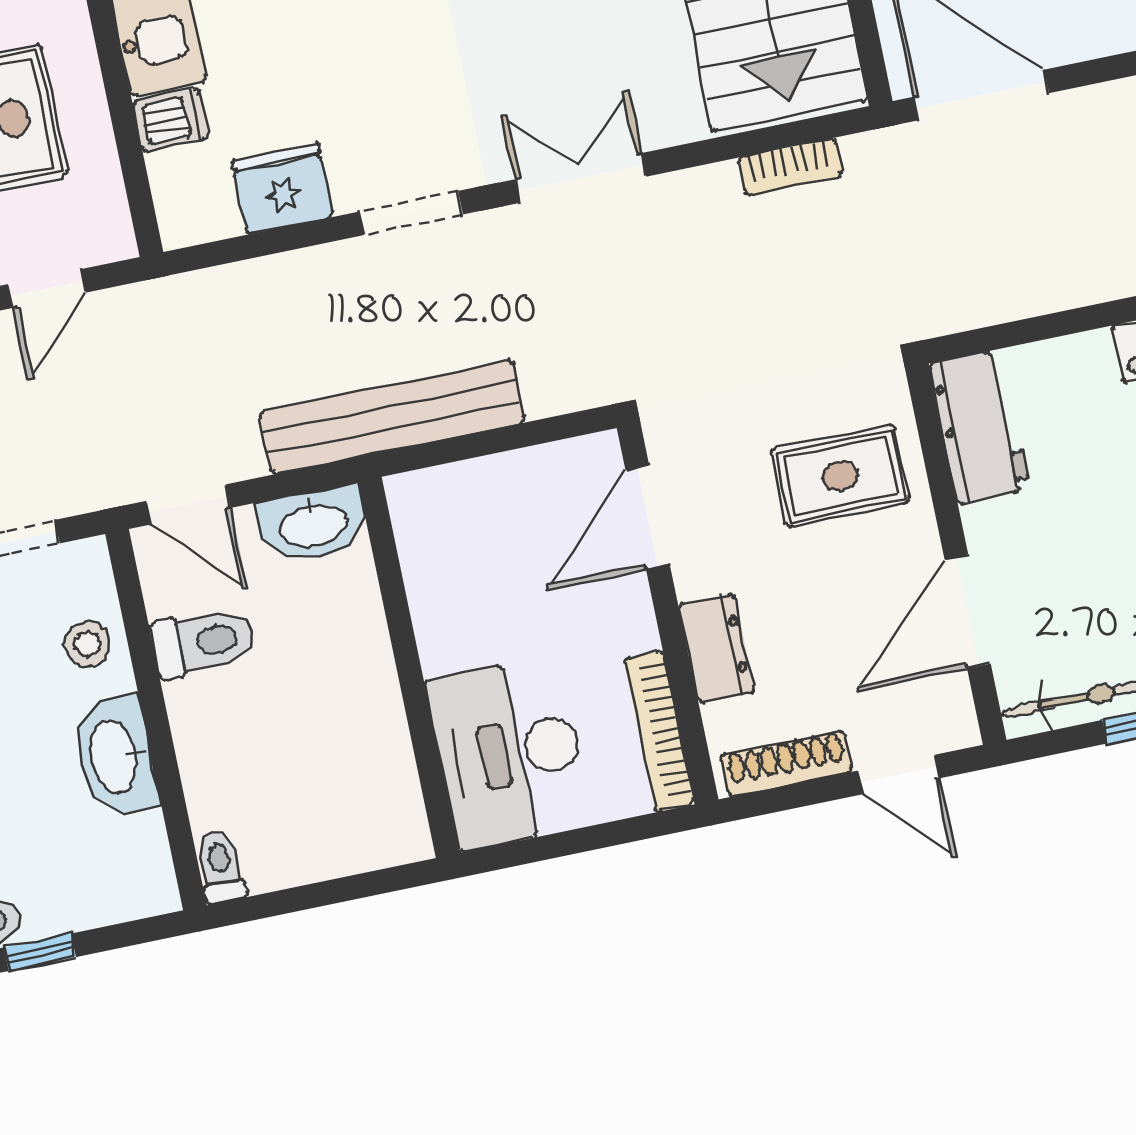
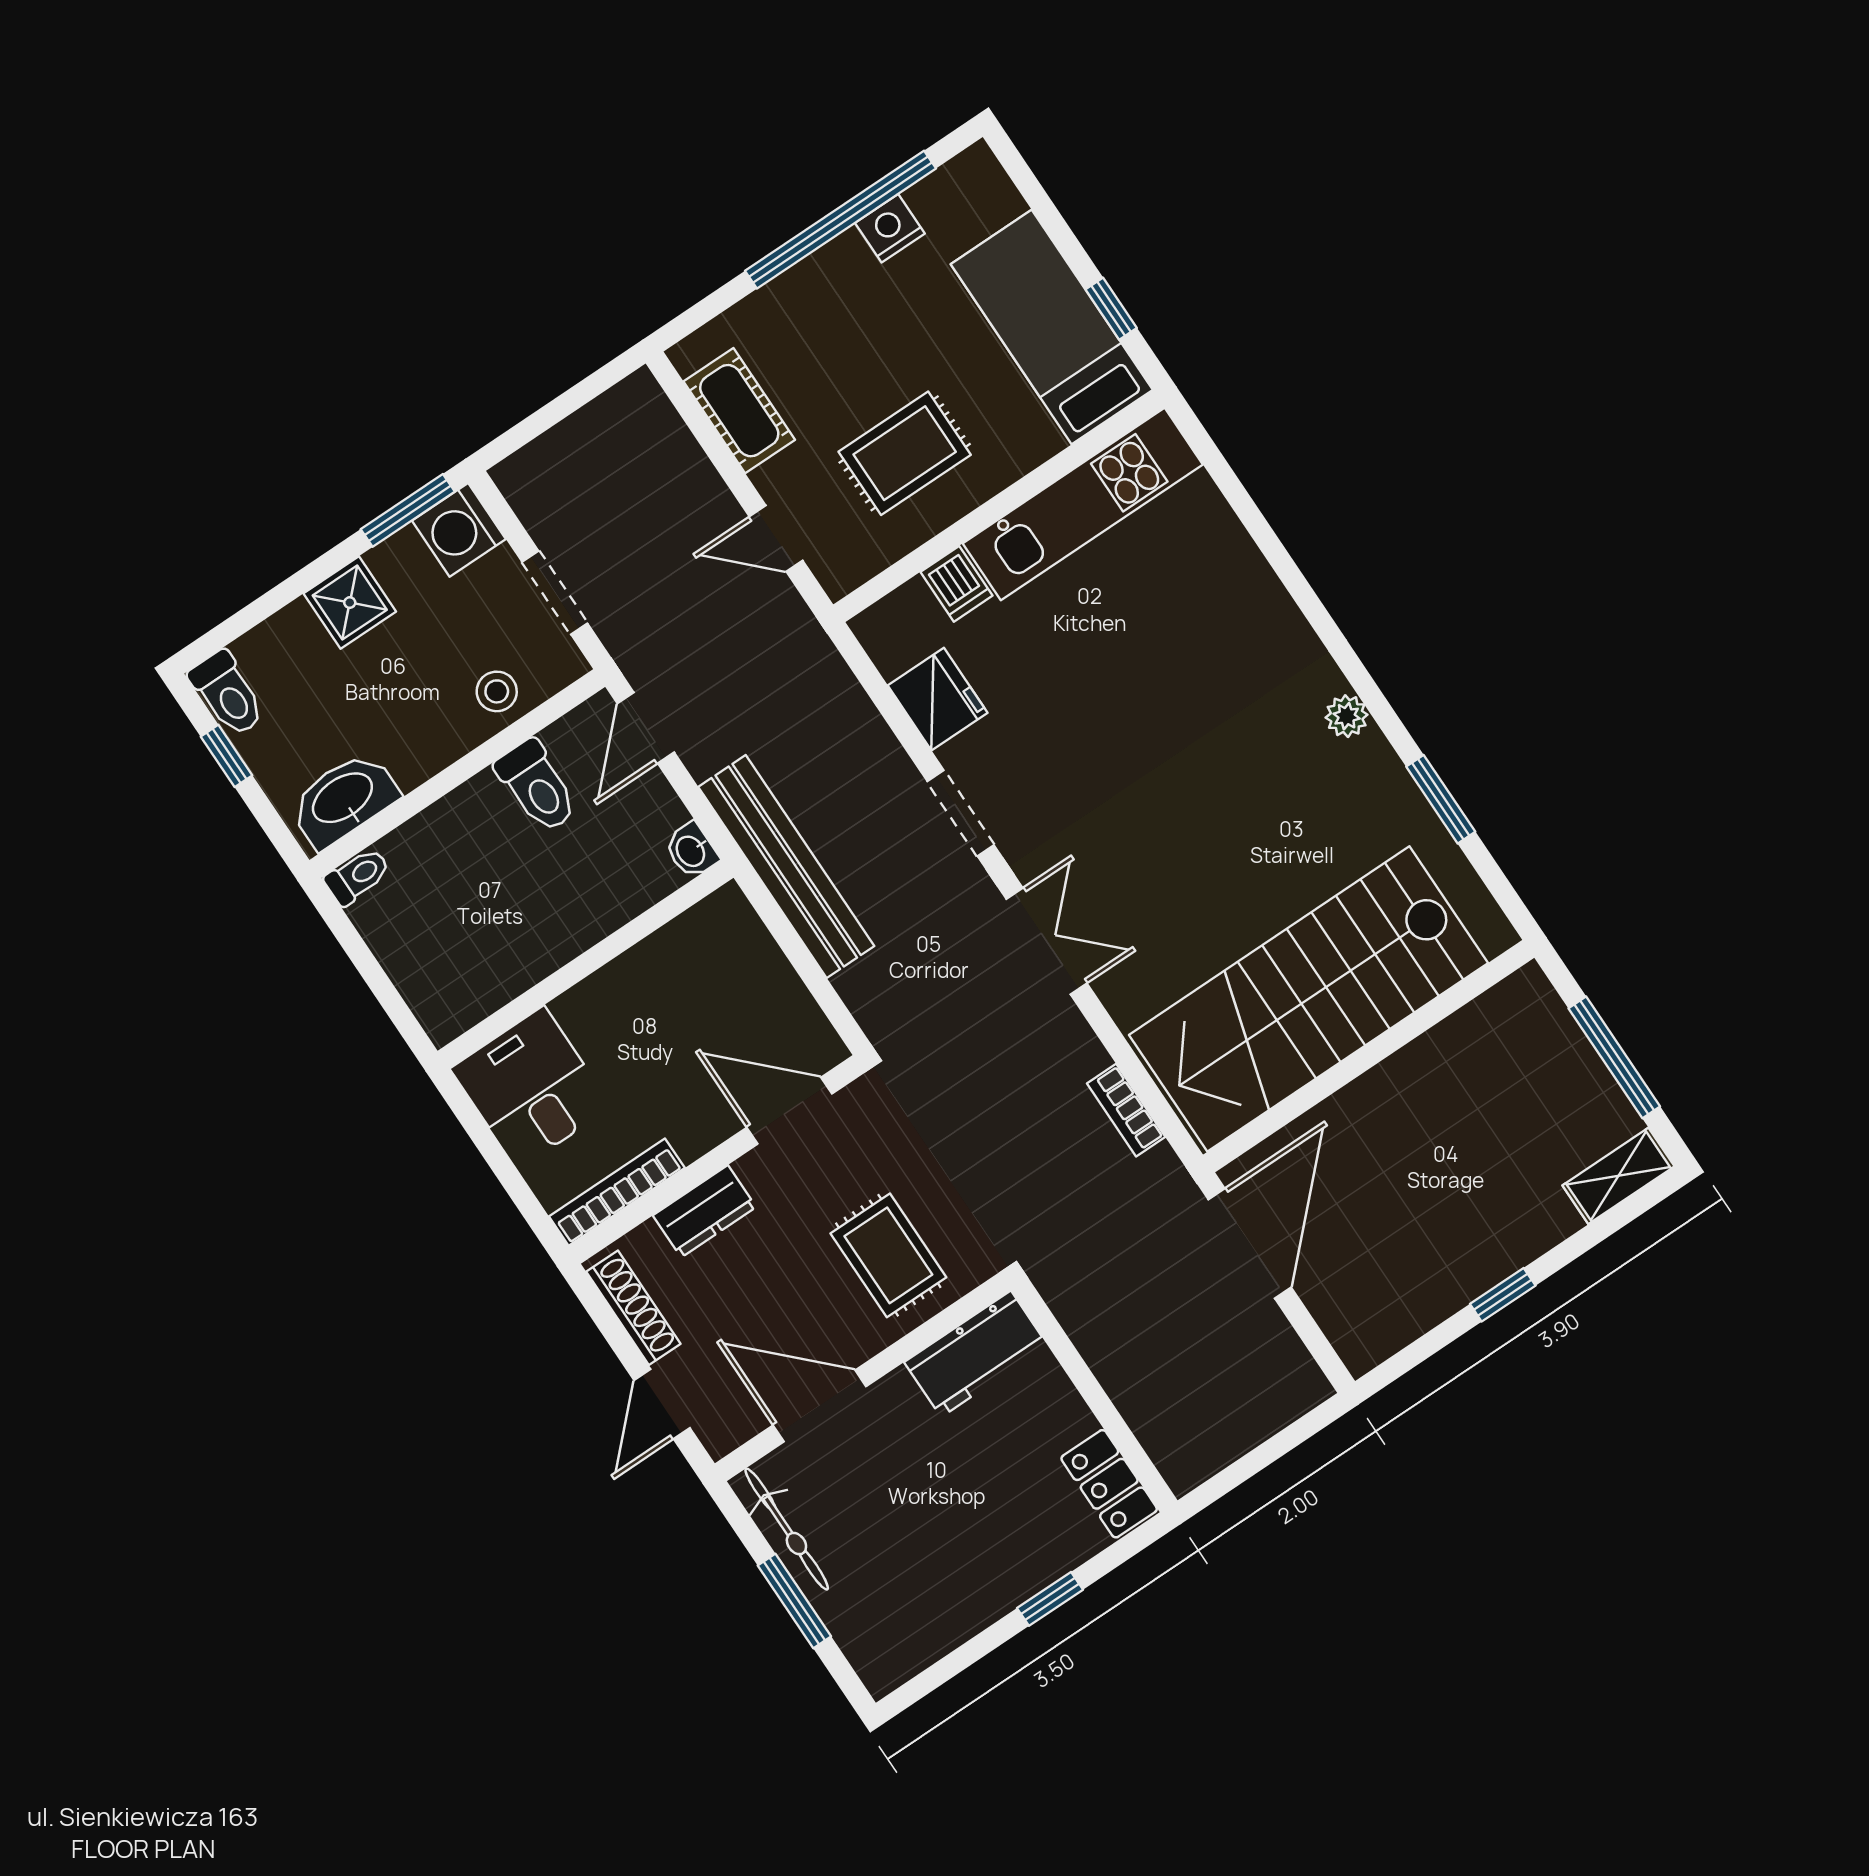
washbasin: (313, 524) -> (691, 851), width x0.52, depth x0.69
desk: (509, 753) -> (531, 1088), width x0.73
washbasin: (115, 756) -> (343, 799), moved

